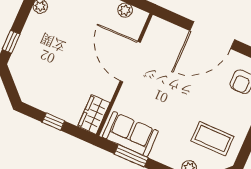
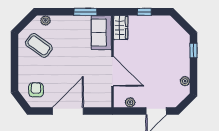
sofa: (130, 134) -> (101, 33), moved, turned 90
coffee table: (212, 139) -> (39, 45), turned 36

